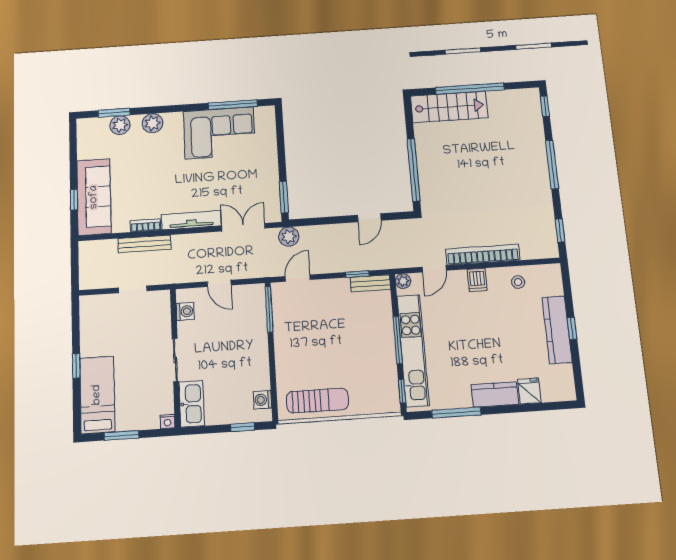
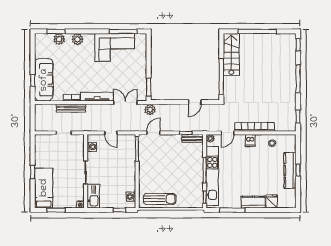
stairs: (449, 107) -> (231, 55), moved, turned -90

